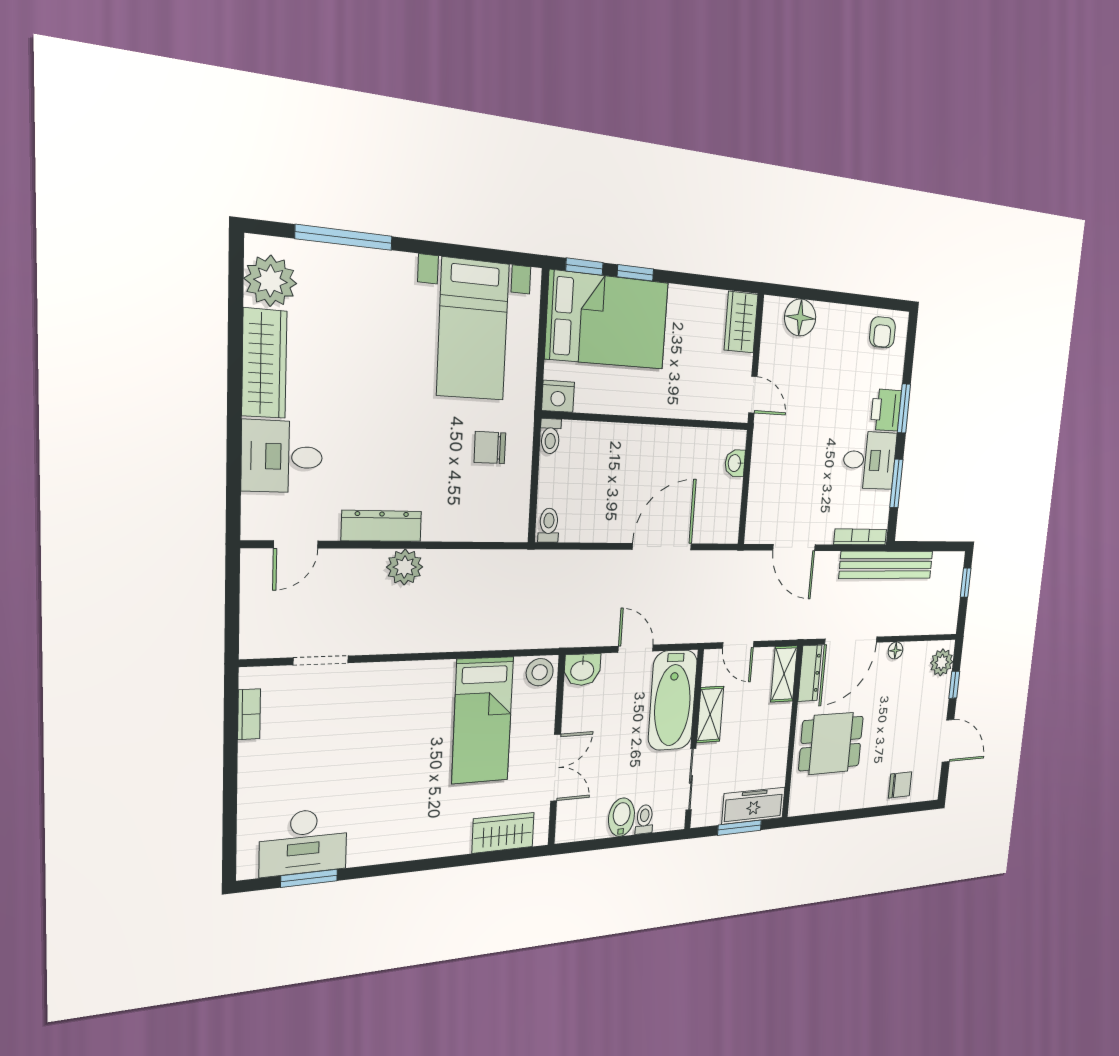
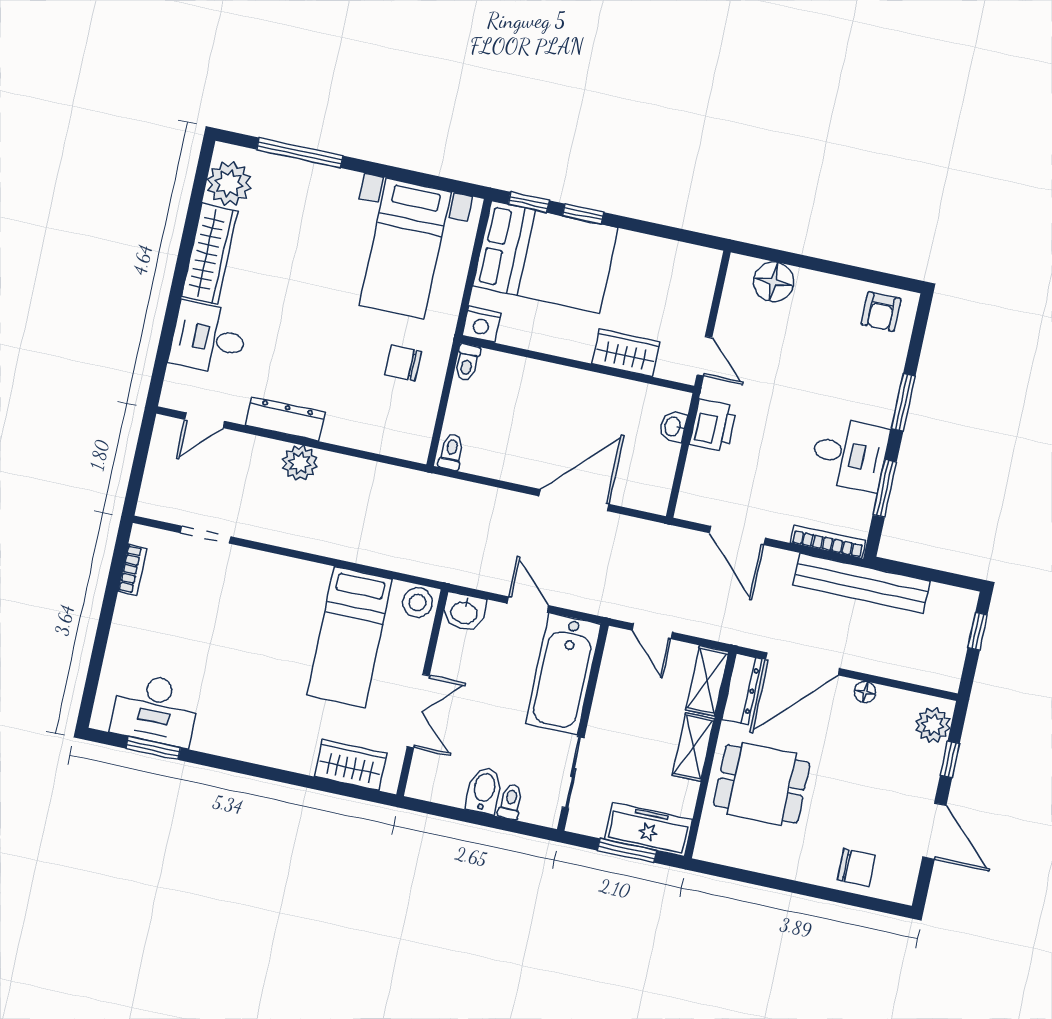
wardrobe: (741, 322) -> (626, 353), moved, turned 90
printer: (886, 410) -> (713, 425), moved, turned 180
shelving: (710, 714) -> (693, 747), moved

